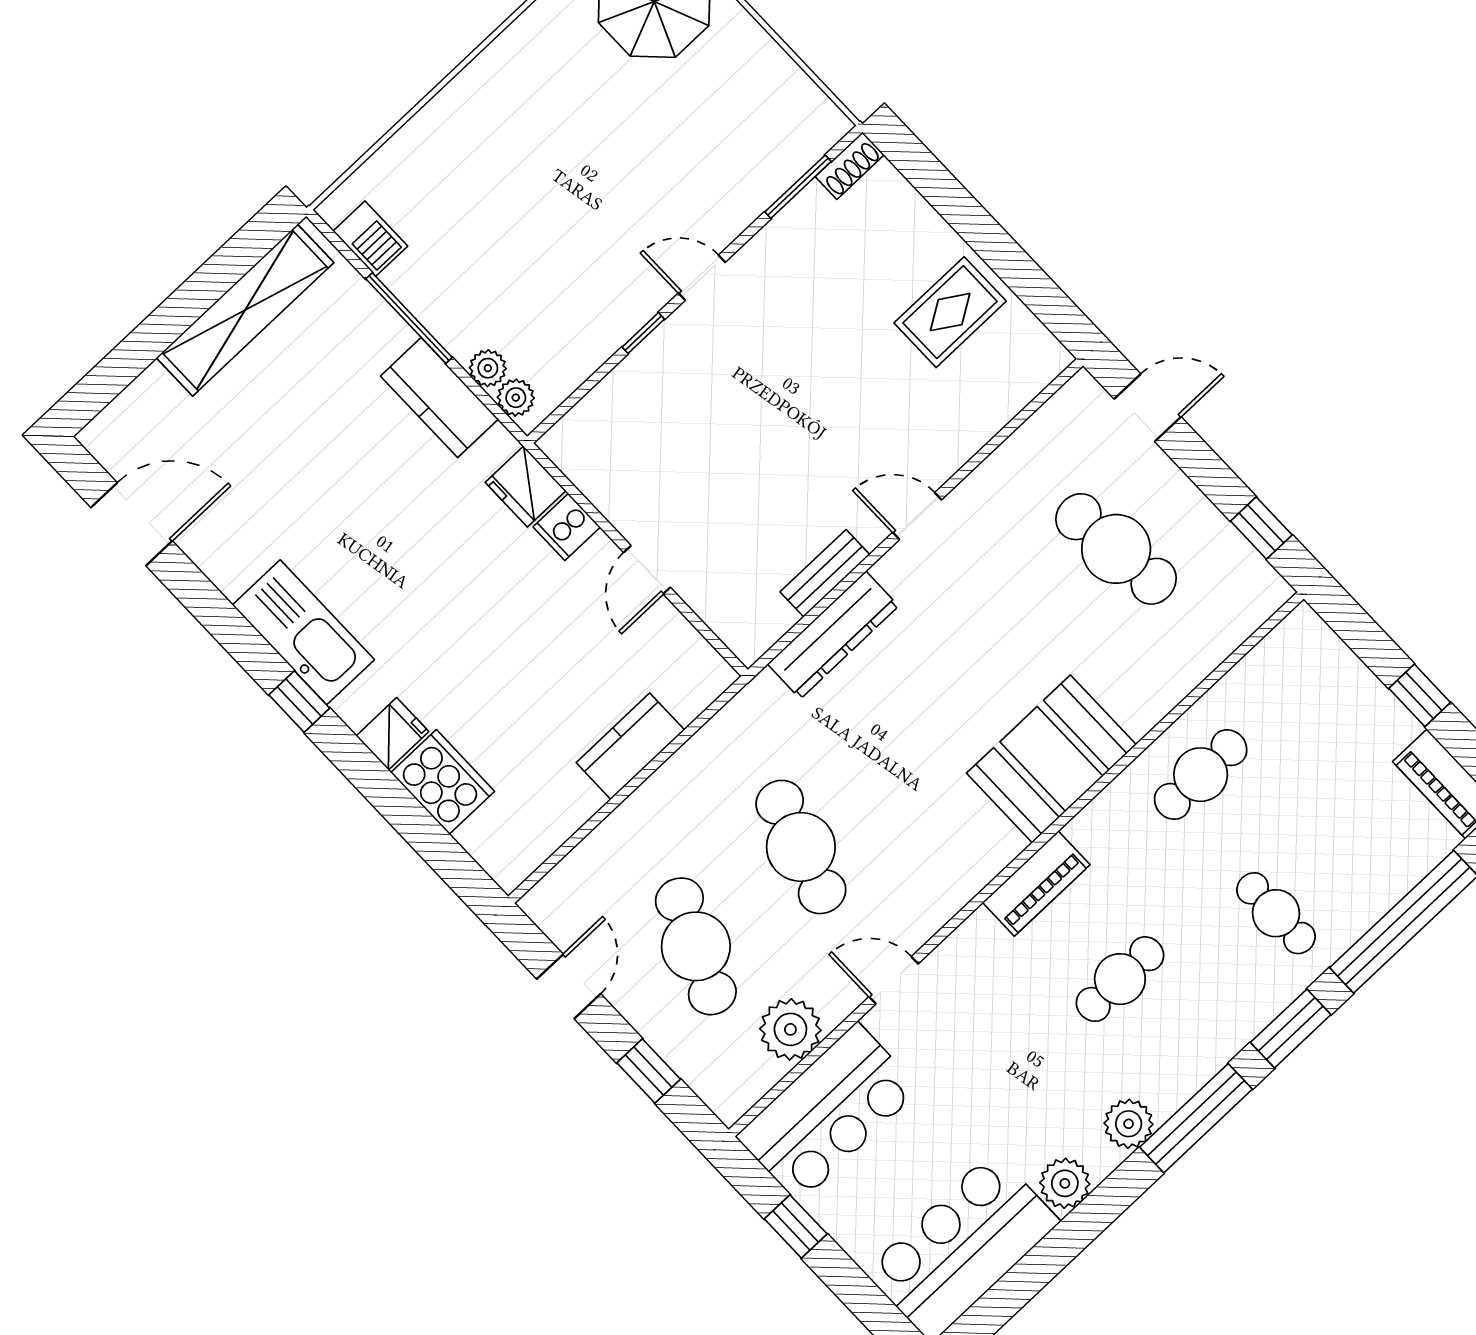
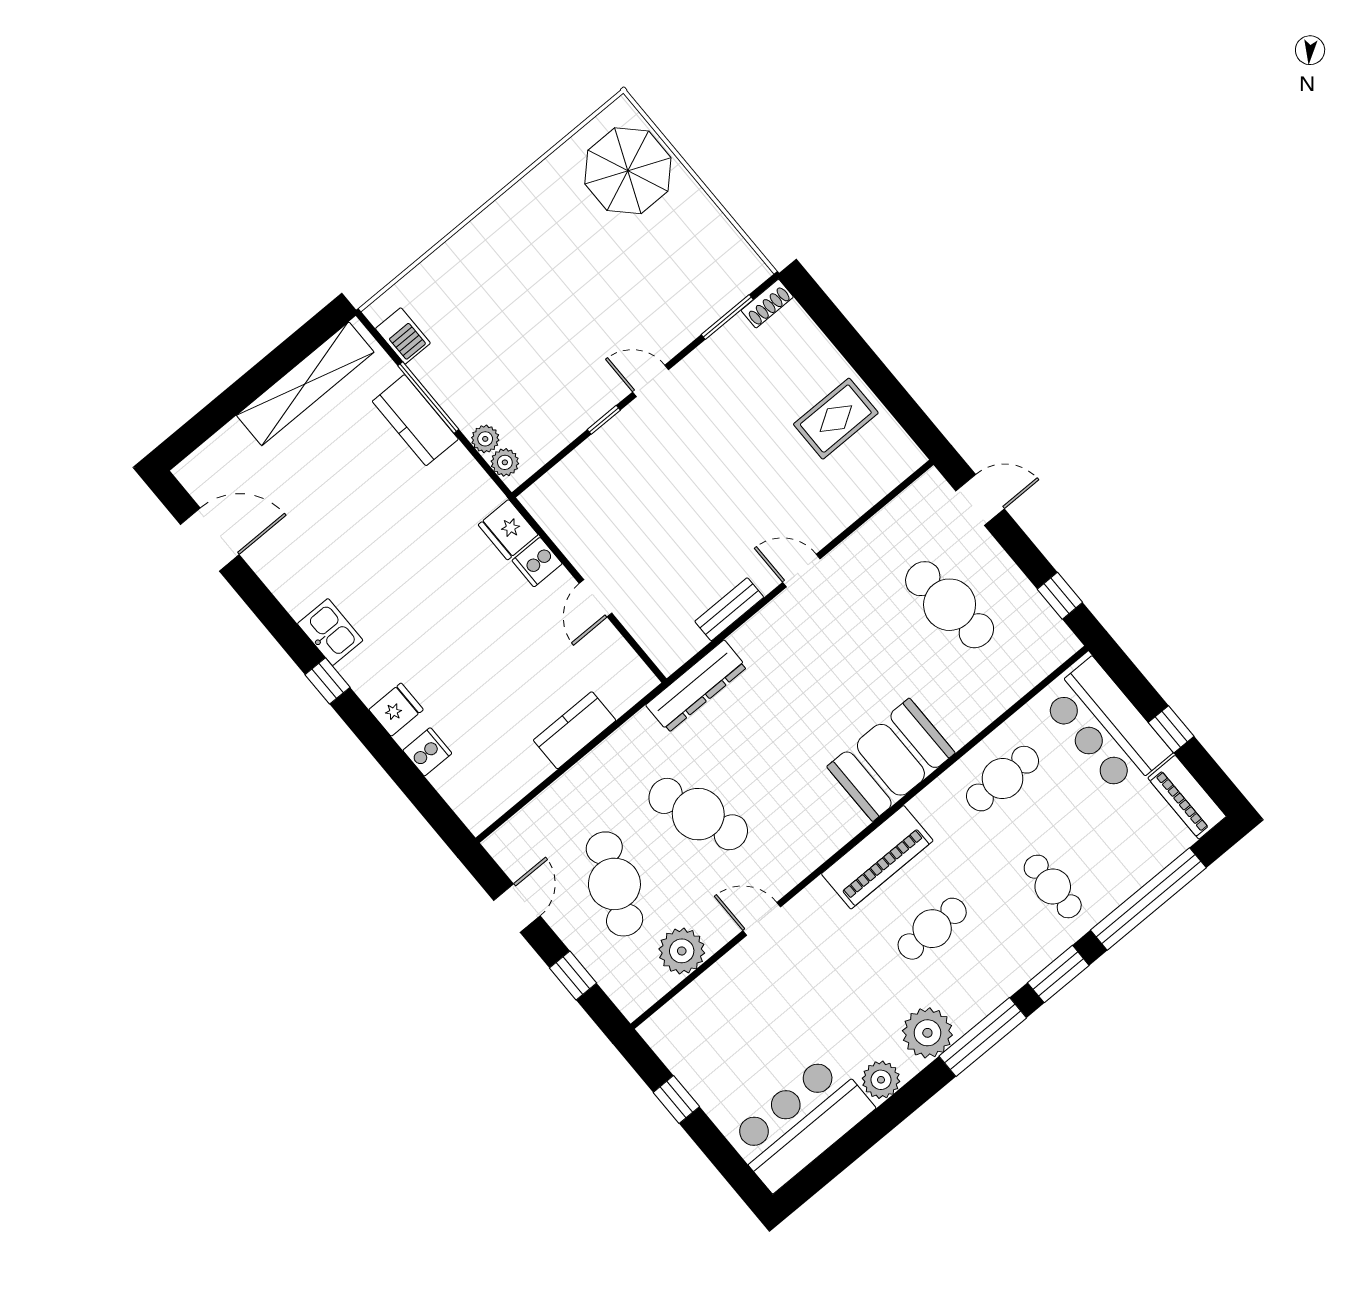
kitchen counter: (439, 398) -> (415, 420), moved
kitchen sink: (303, 632) -> (330, 632), width x0.53, depth x0.81
dresser: (833, 635) -> (696, 686), moved
cooker: (443, 782) -> (427, 752), width x0.53, depth x0.76
cafe table: (801, 847) -> (698, 814), turned -39
piano: (1036, 884) -> (877, 857), width x1.37, depth x1.33
bar counter: (828, 1113) -> (1106, 727), moved, turned 90
plant: (1129, 1124) -> (927, 1033), width x1.36, depth x1.36

